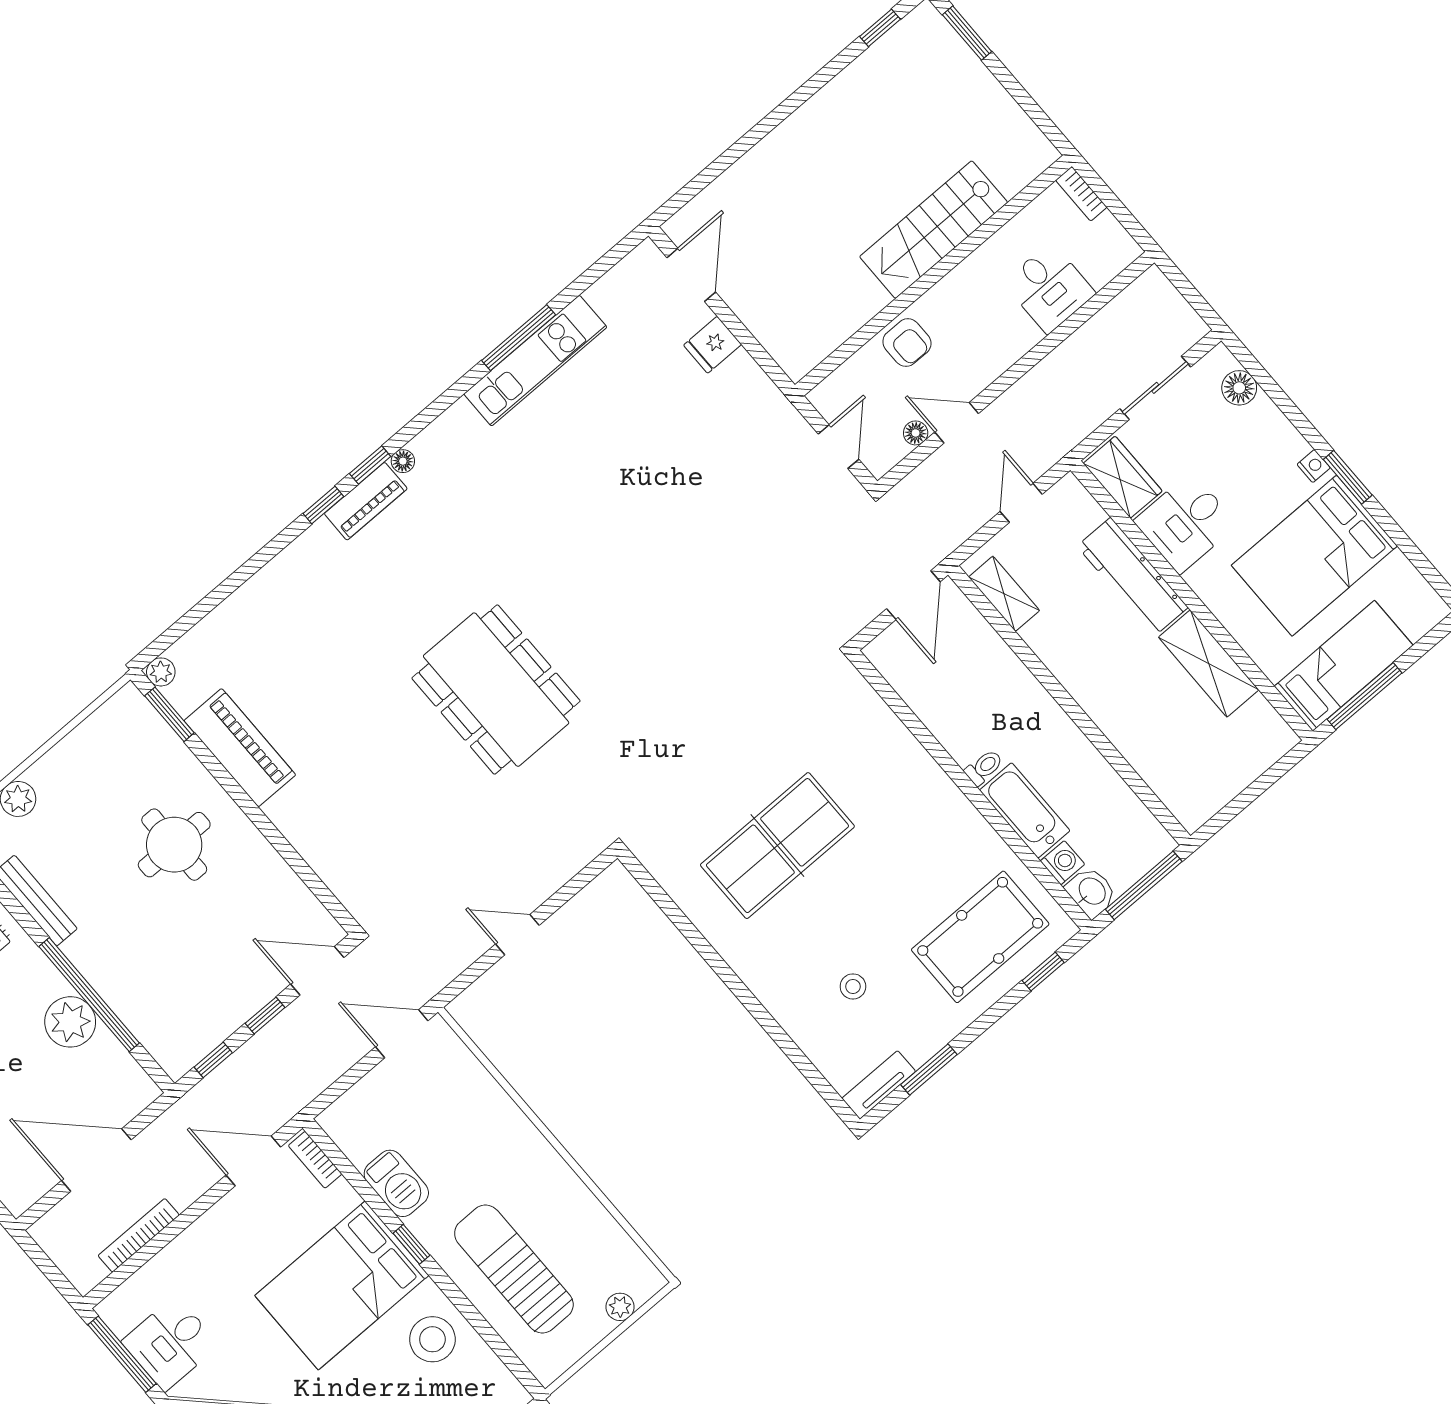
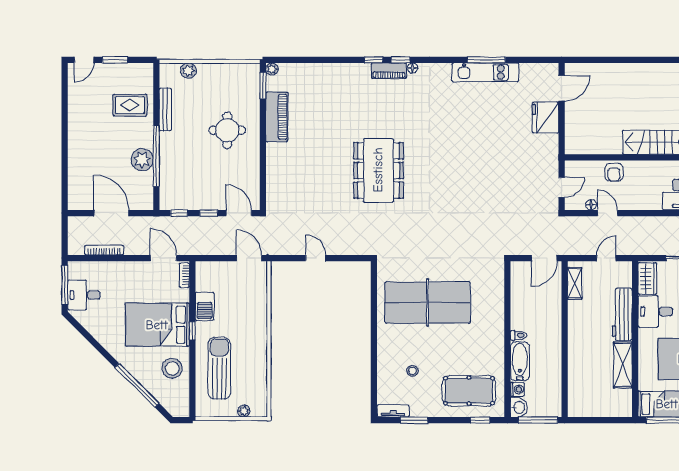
fridge: (713, 345) -> (545, 118), width x1.88, depth x1.34
table tennis table: (777, 846) -> (428, 303), width x1.36, depth x1.32

